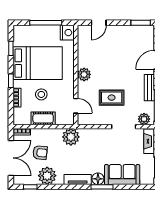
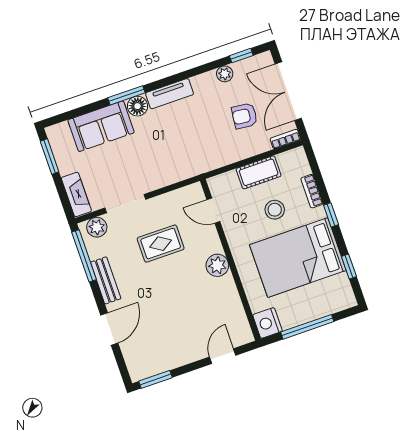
plant: (71, 137) -> (204, 158), removed
plant: (47, 176) -> (225, 74), width x0.53, depth x0.53

